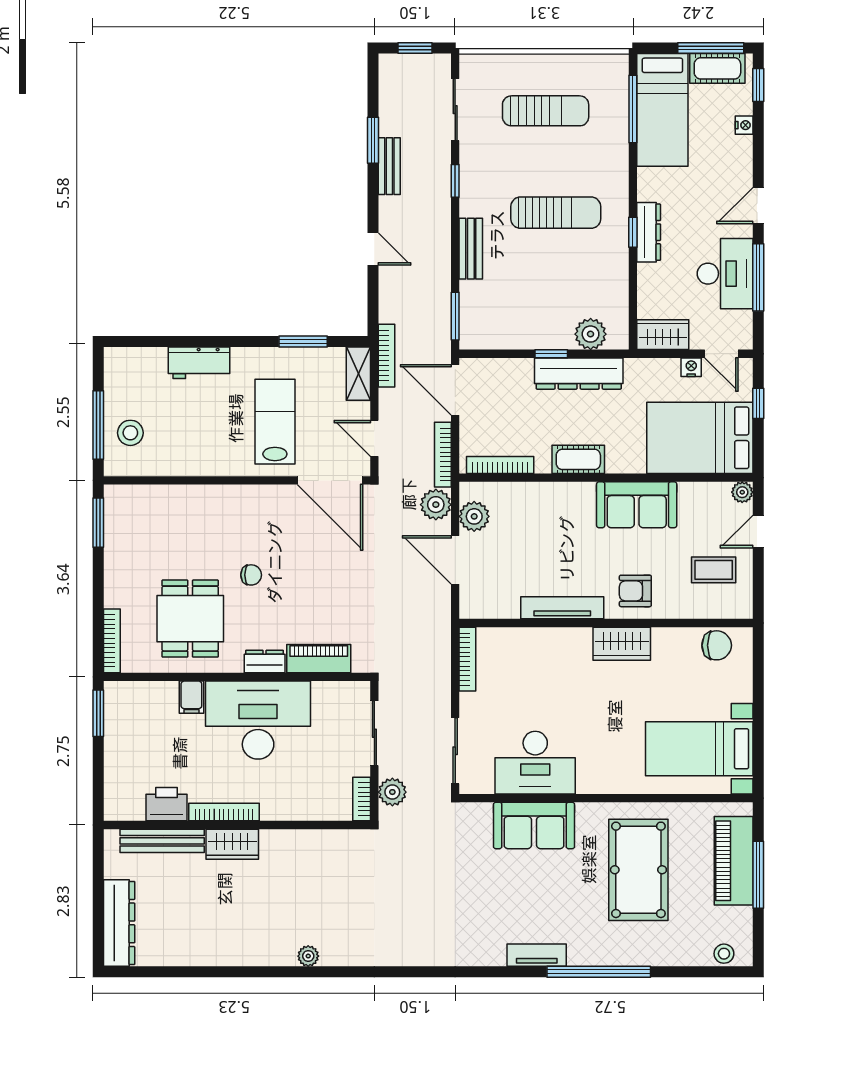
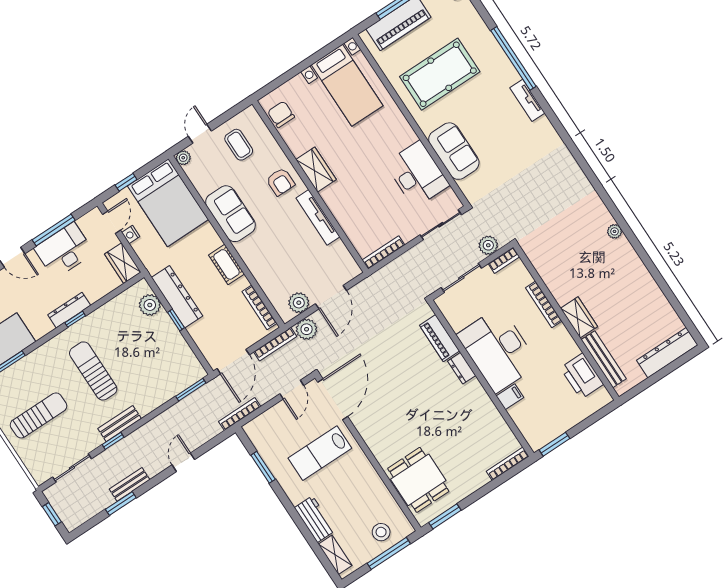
sun lounger: (546, 111) -> (39, 415), turned 90
bench: (471, 249) -> (120, 424), moved
shelving: (358, 374) -> (335, 555), moved, turned 90
door: (758, 532) -> (200, 134), swing flipped
chair: (251, 575) -> (417, 409), removed
dining table: (190, 619) -> (418, 480), moved, turned 90
printer: (166, 804) -> (582, 376), width x1.37, depth x1.19
bookcase: (224, 812) -> (544, 304), moved

